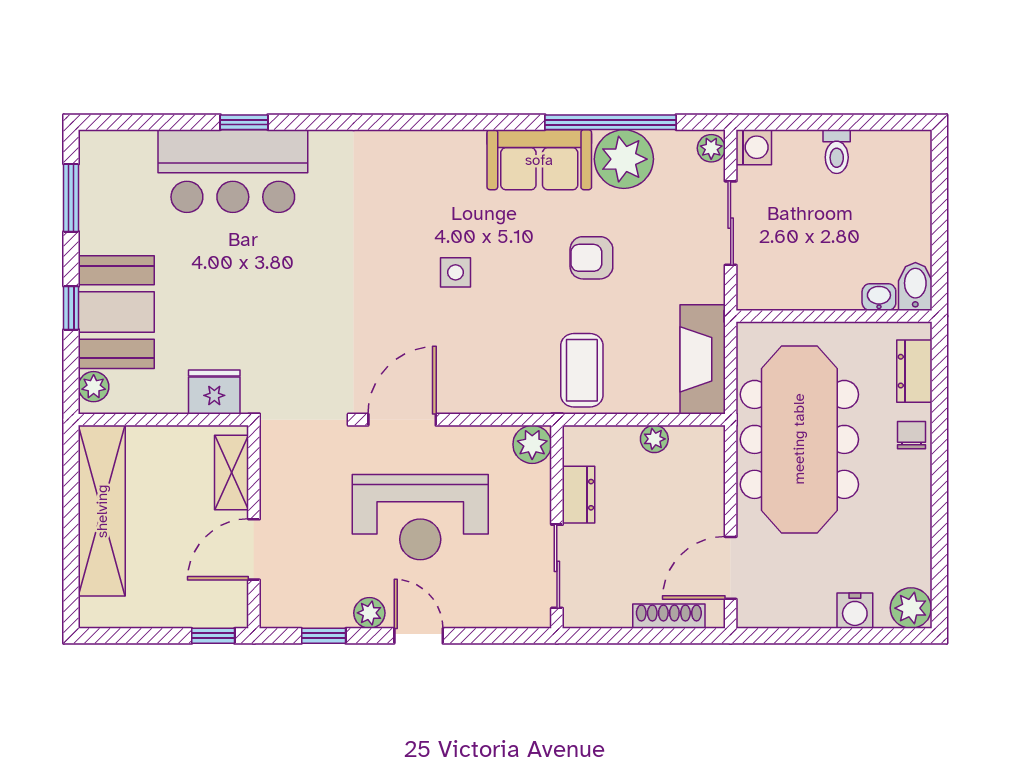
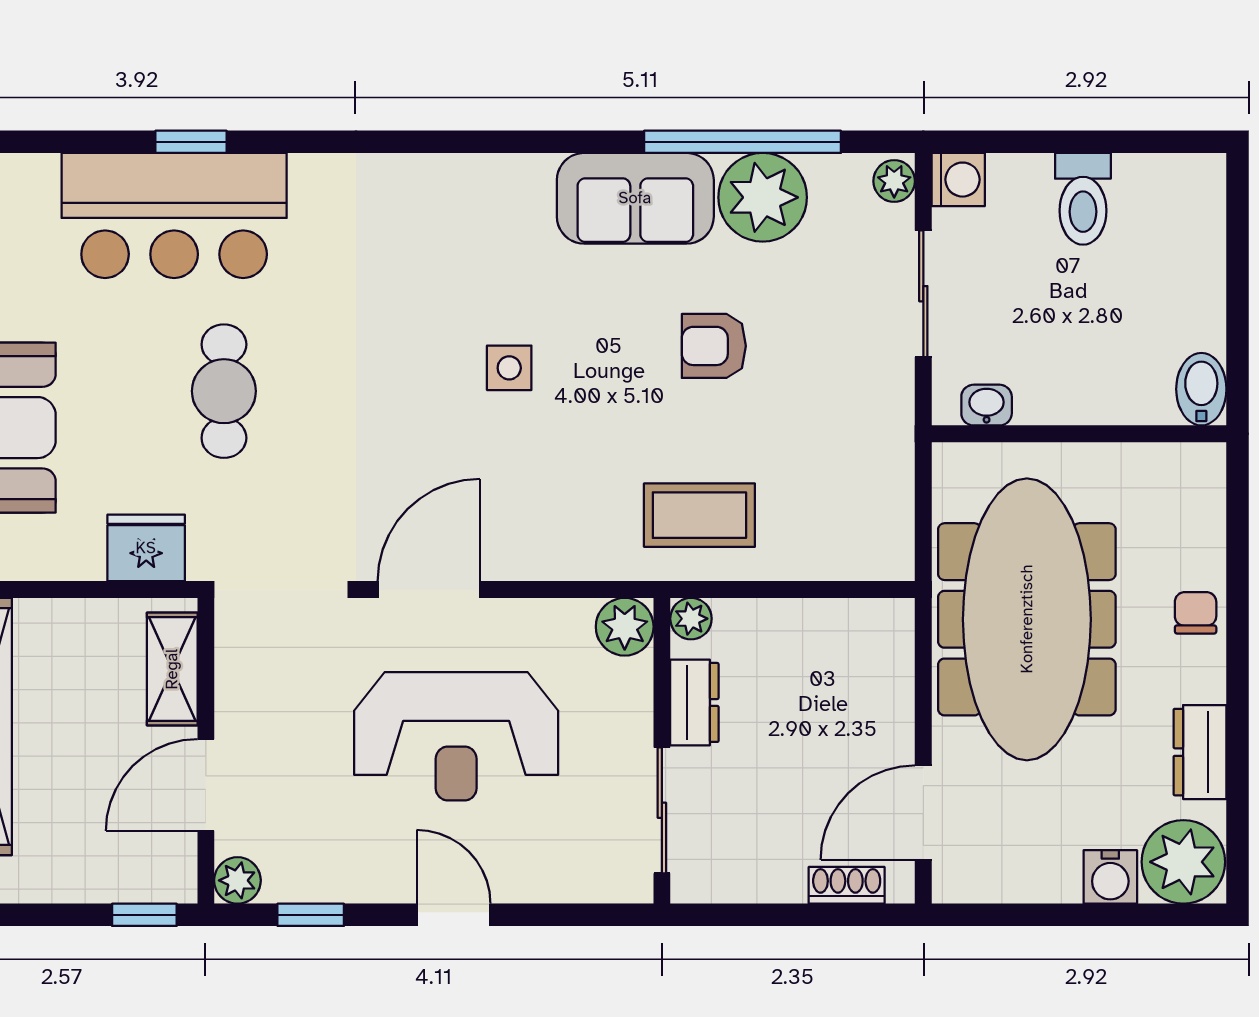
toilet: (837, 152) -> (1083, 199), width x1.37, depth x1.39
cafe table: (266, 288) -> (224, 391), added
washbasin: (879, 297) -> (987, 405), moved
fireplace: (703, 359) -> (881, 499), removed
coffee table: (582, 370) -> (699, 515), turned 90
dresser: (914, 371) -> (1200, 752), moved
plant: (654, 439) -> (691, 619), moved
plant: (911, 608) -> (1183, 862), width x1.36, depth x1.36
plant: (369, 613) -> (237, 880), moved
shoe rack: (669, 616) -> (847, 885), width x0.70

